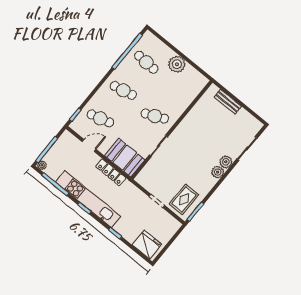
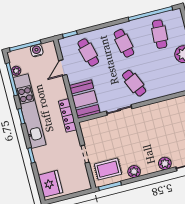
door: (89, 145) -> (63, 68), swing flipped
water cooler: (58, 147) -> (37, 51), added
plant: (42, 165) -> (16, 71), moved
locker: (111, 172) -> (68, 115), moved
plant: (218, 172) -> (134, 172), moved

